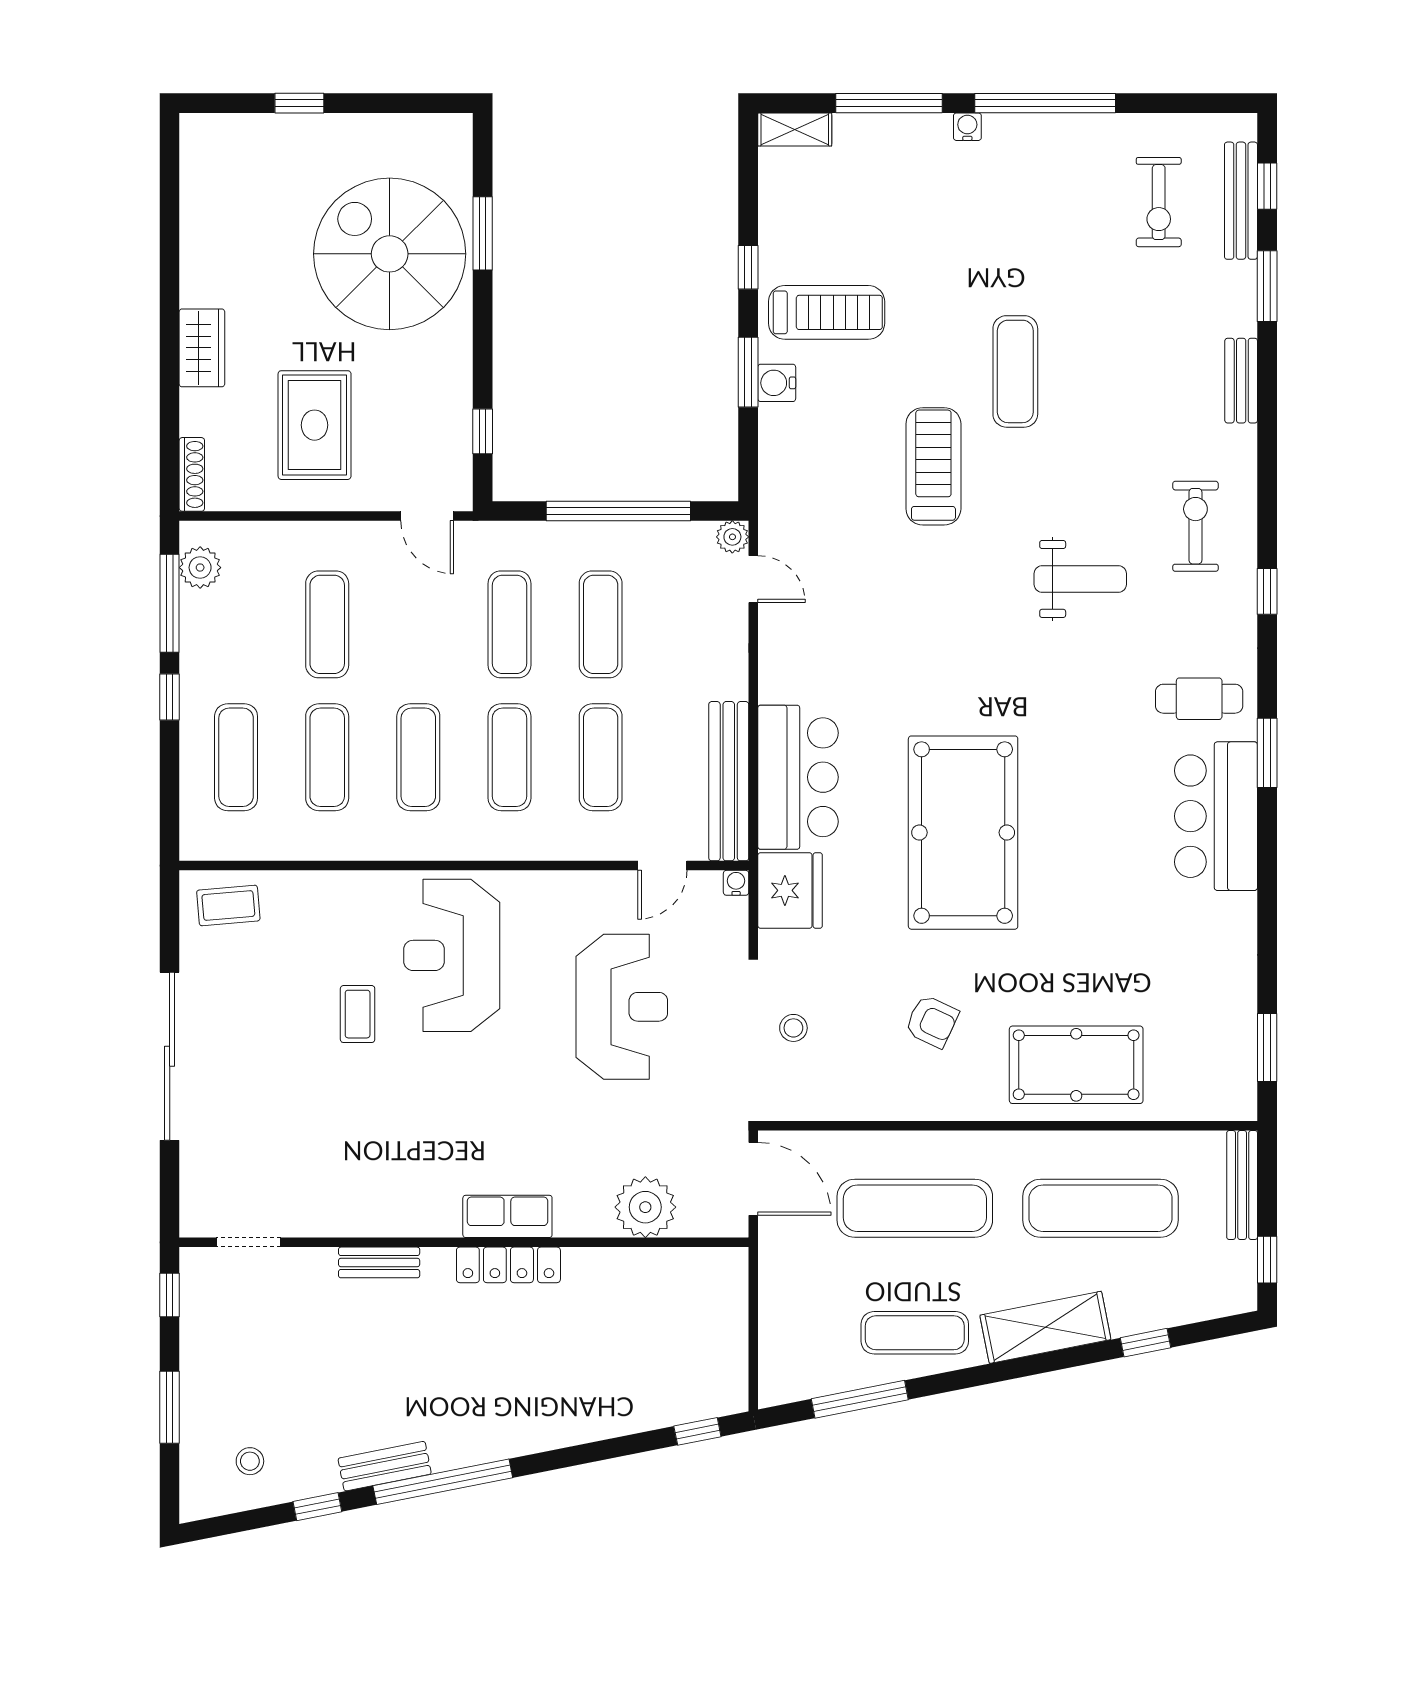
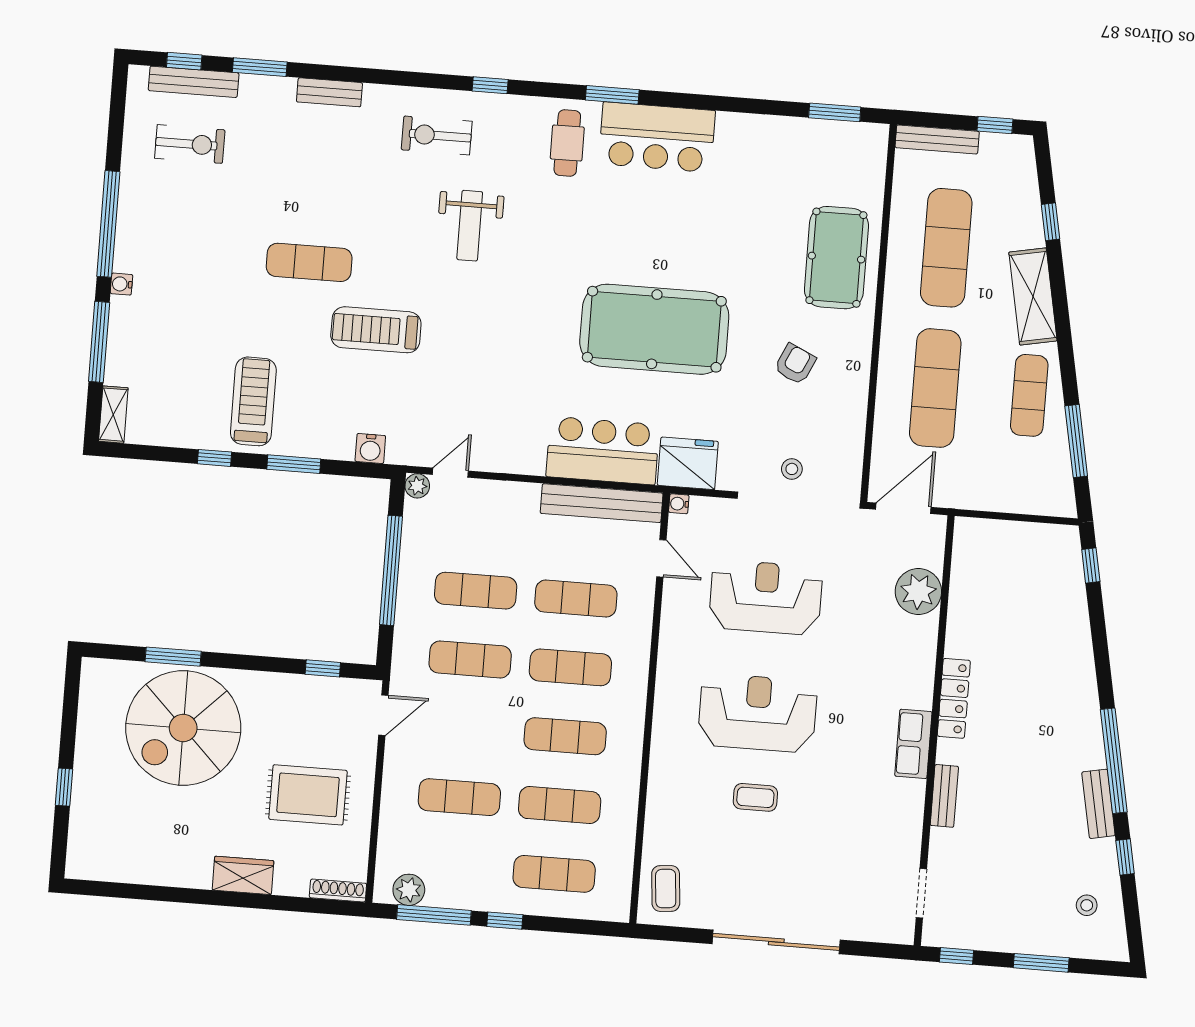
water cooler: (777, 383) -> (370, 449), moved
weight bench: (1080, 579) -> (470, 226), turned 180
reception desk: (452, 955) -> (757, 713), moved, turned 180
row of seats: (507, 1216) -> (913, 744), moved

